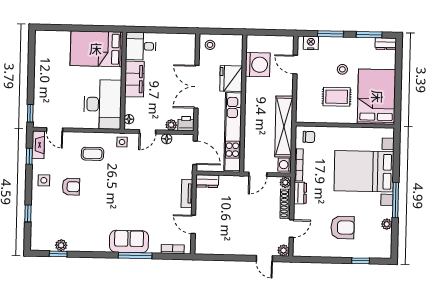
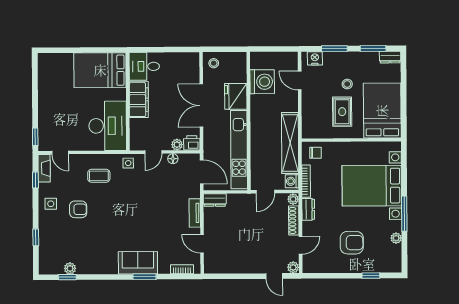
rug: (337, 97) -> (342, 112), turned 90
floor lamp: (129, 119) -> (134, 140), removed
window: (135, 256) -> (144, 277), width x0.69

